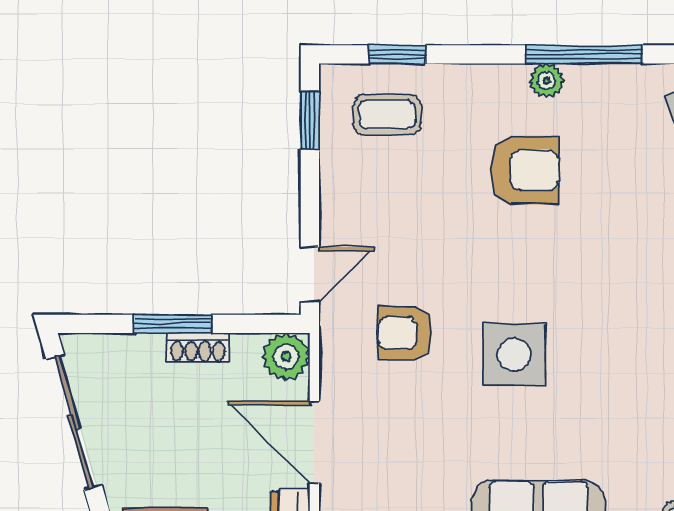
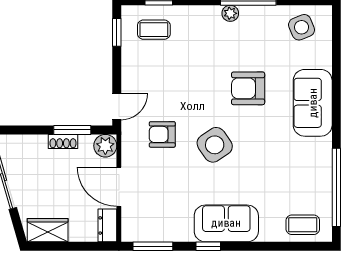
armchair: (525, 170) -> (248, 88), moved, turned 180
window: (173, 324) -> (72, 130), moved
side table: (514, 355) -> (215, 145), turned -34

